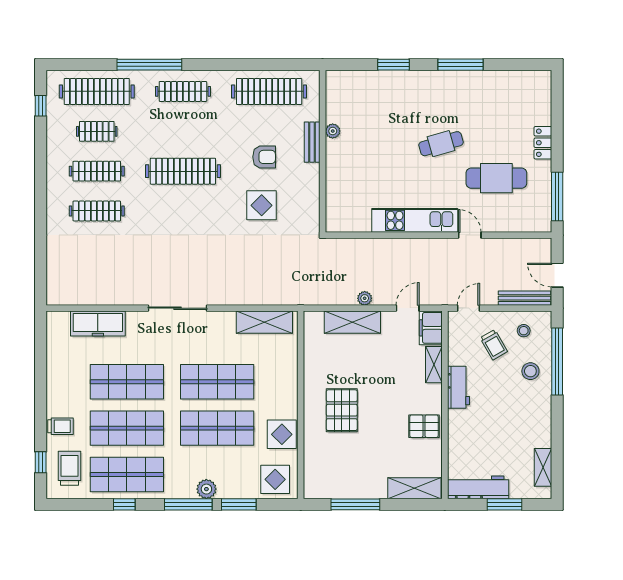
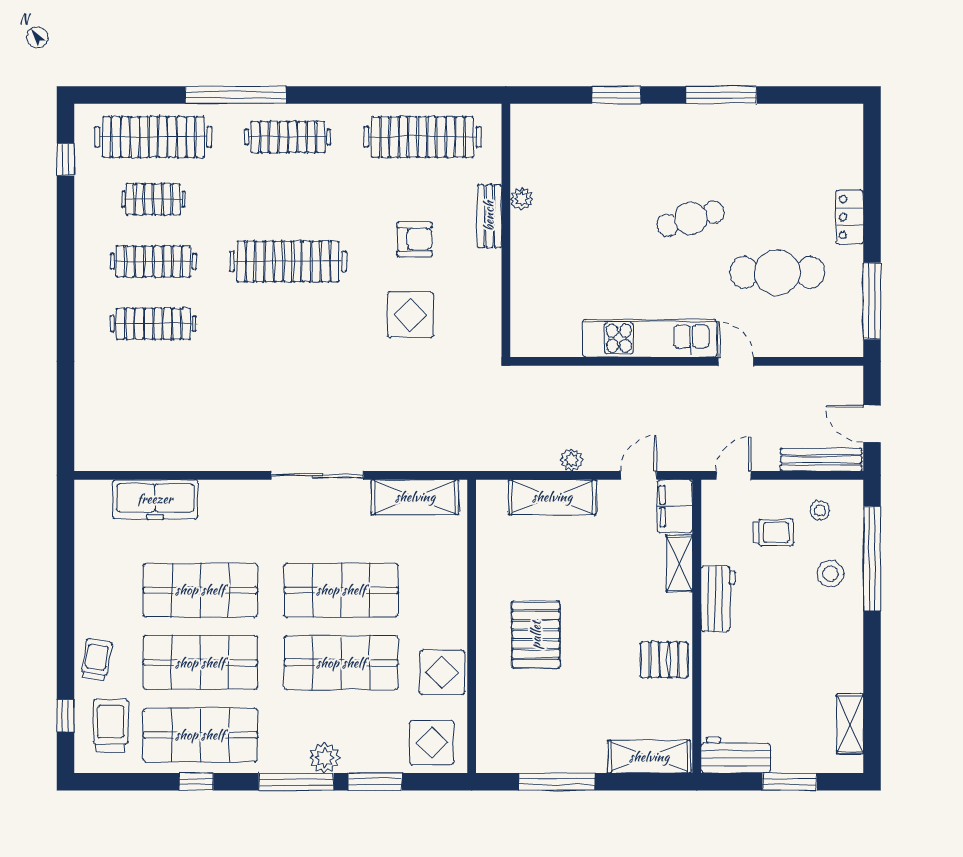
sliding door: (178, 308) -> (317, 475), moved
trolley: (494, 345) -> (773, 532), turned -60
trolley: (60, 426) -> (97, 660), turned -80
workbench: (478, 487) -> (736, 755), width x0.73

